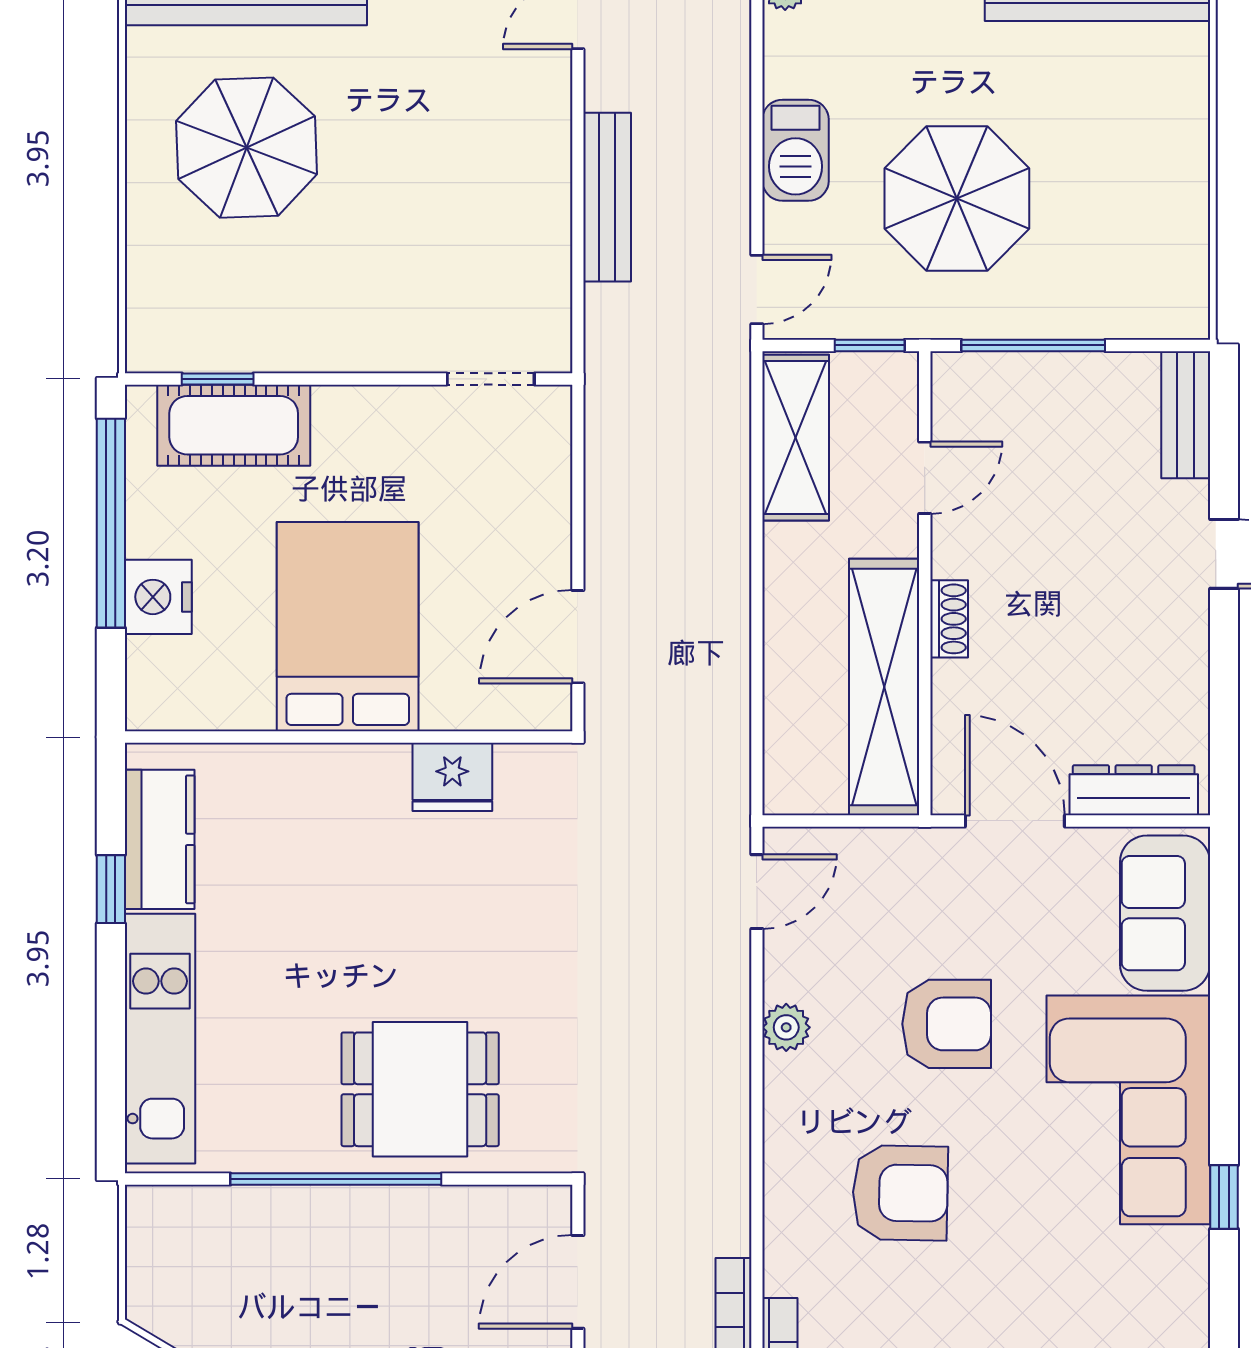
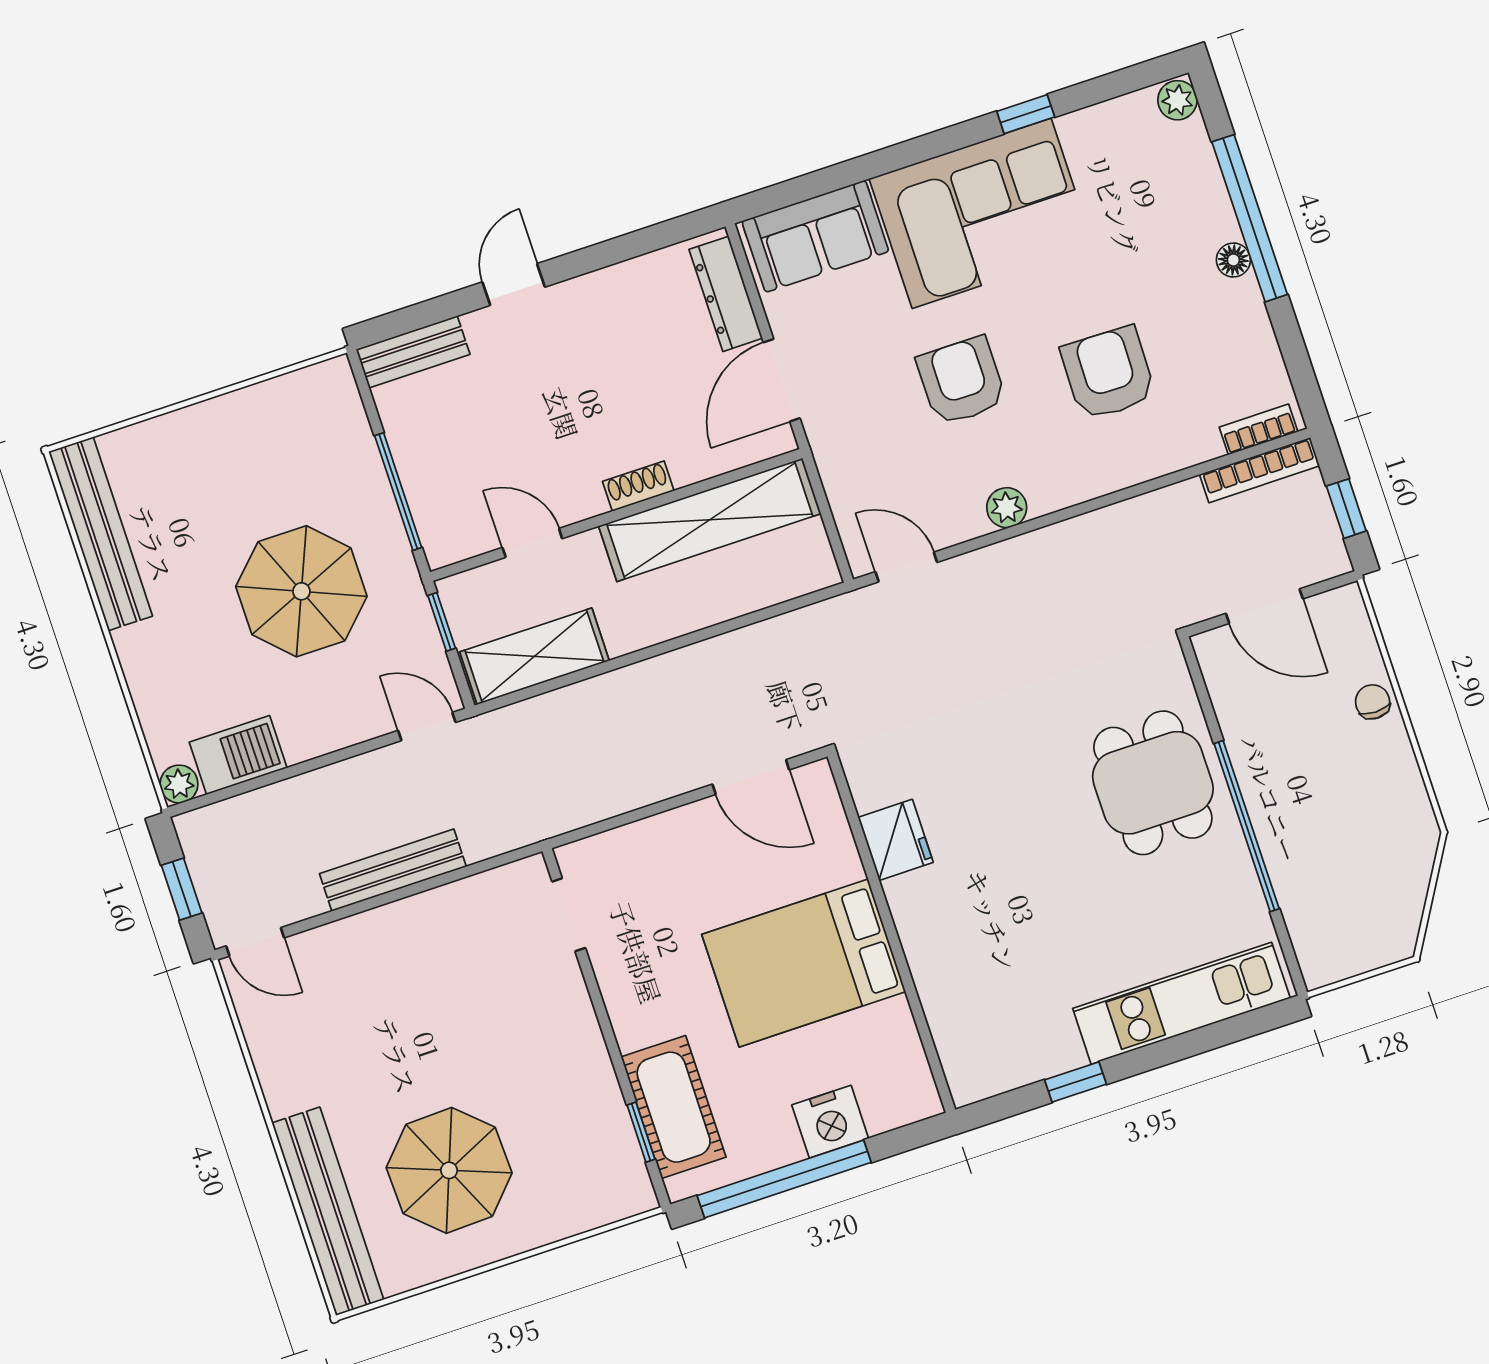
barbecue: (795, 150) -> (238, 755), moved
kitchen counter: (160, 839) -> (1023, 1056), removed

